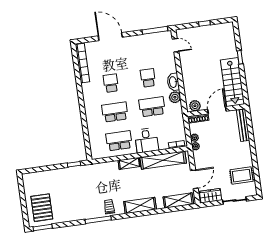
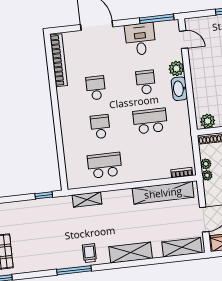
plant: (175, 97) -> (176, 68), moved
school desk: (115, 112) -> (100, 127), width x0.54
desk: (146, 140) -> (140, 39), moved, turned 180
shelving: (129, 163) -> (87, 200), moved

